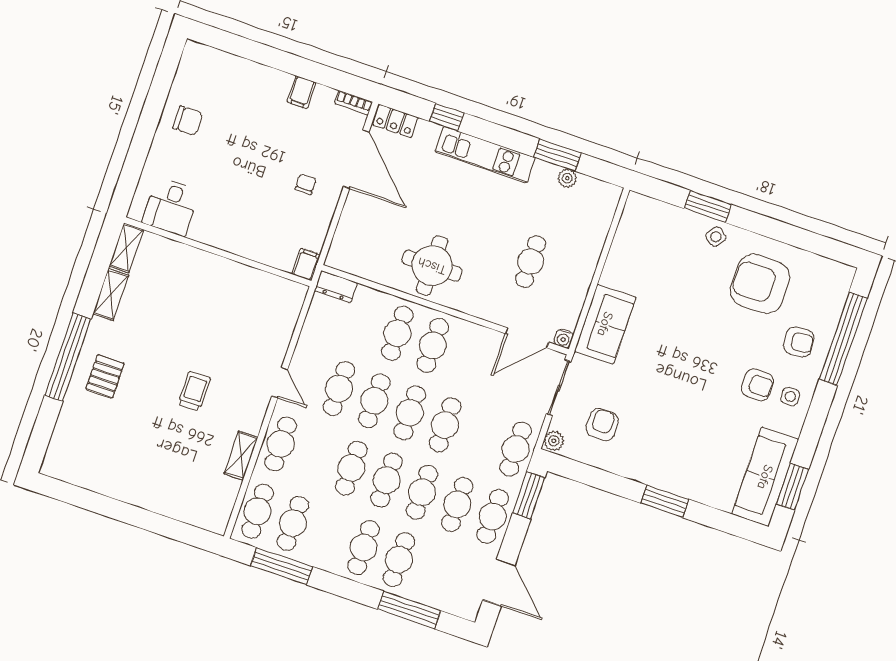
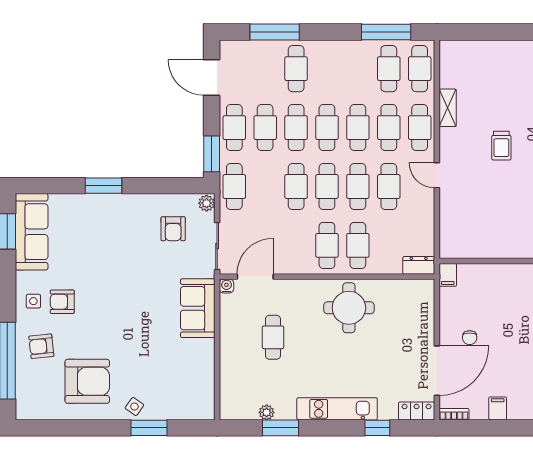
door: (356, 159) -> (437, 371), swing flipped
cafe table: (364, 548) -> (389, 128), moved

